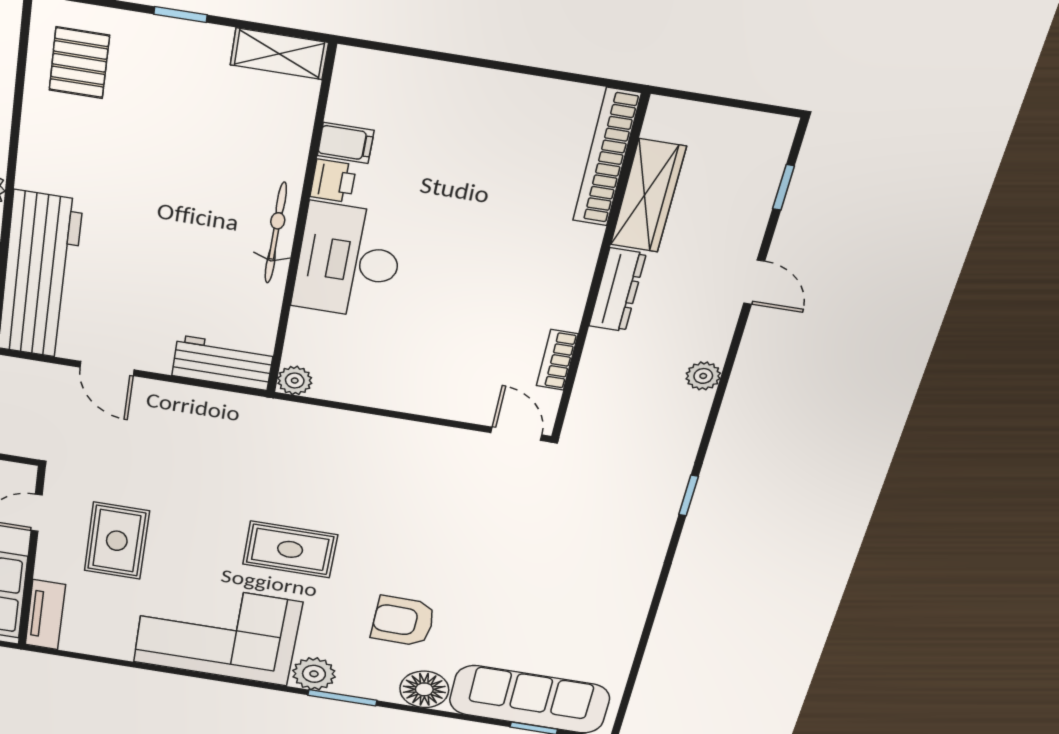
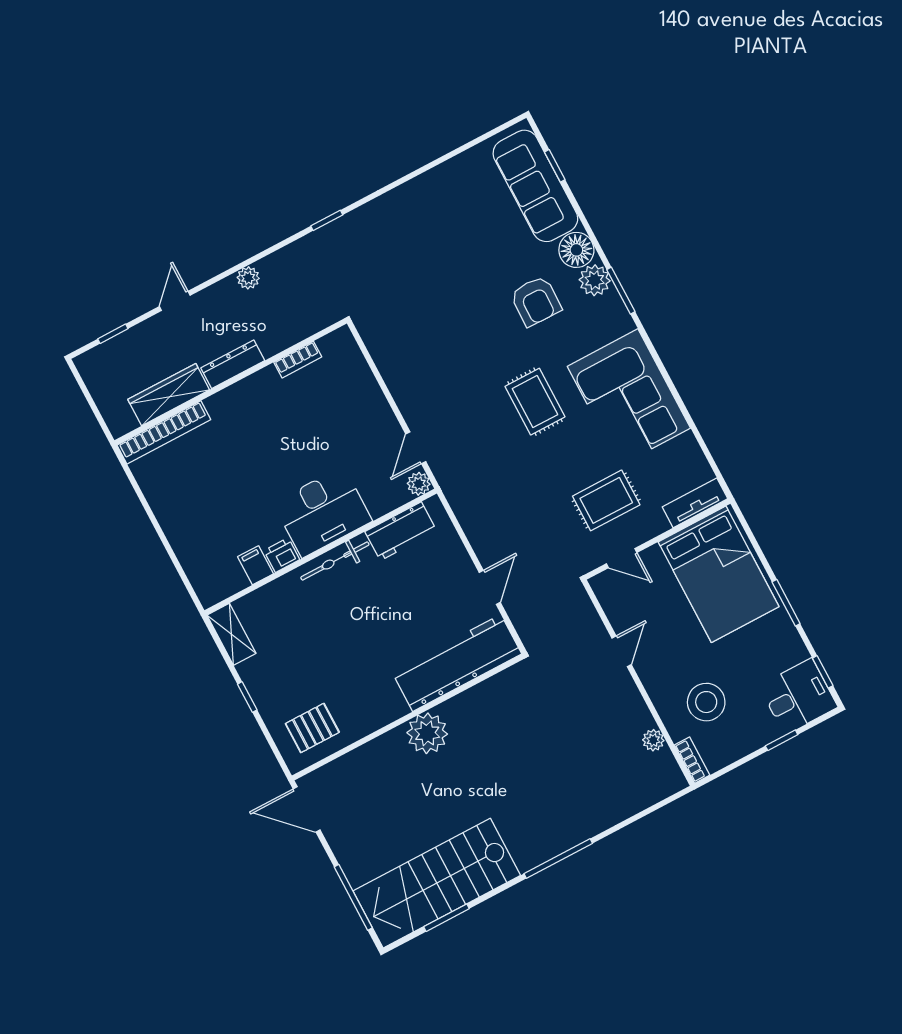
workbench: (223, 363) -> (401, 531), moved, turned -90
door: (516, 434) -> (416, 448), moved
plant: (314, 674) -> (595, 280), moved

